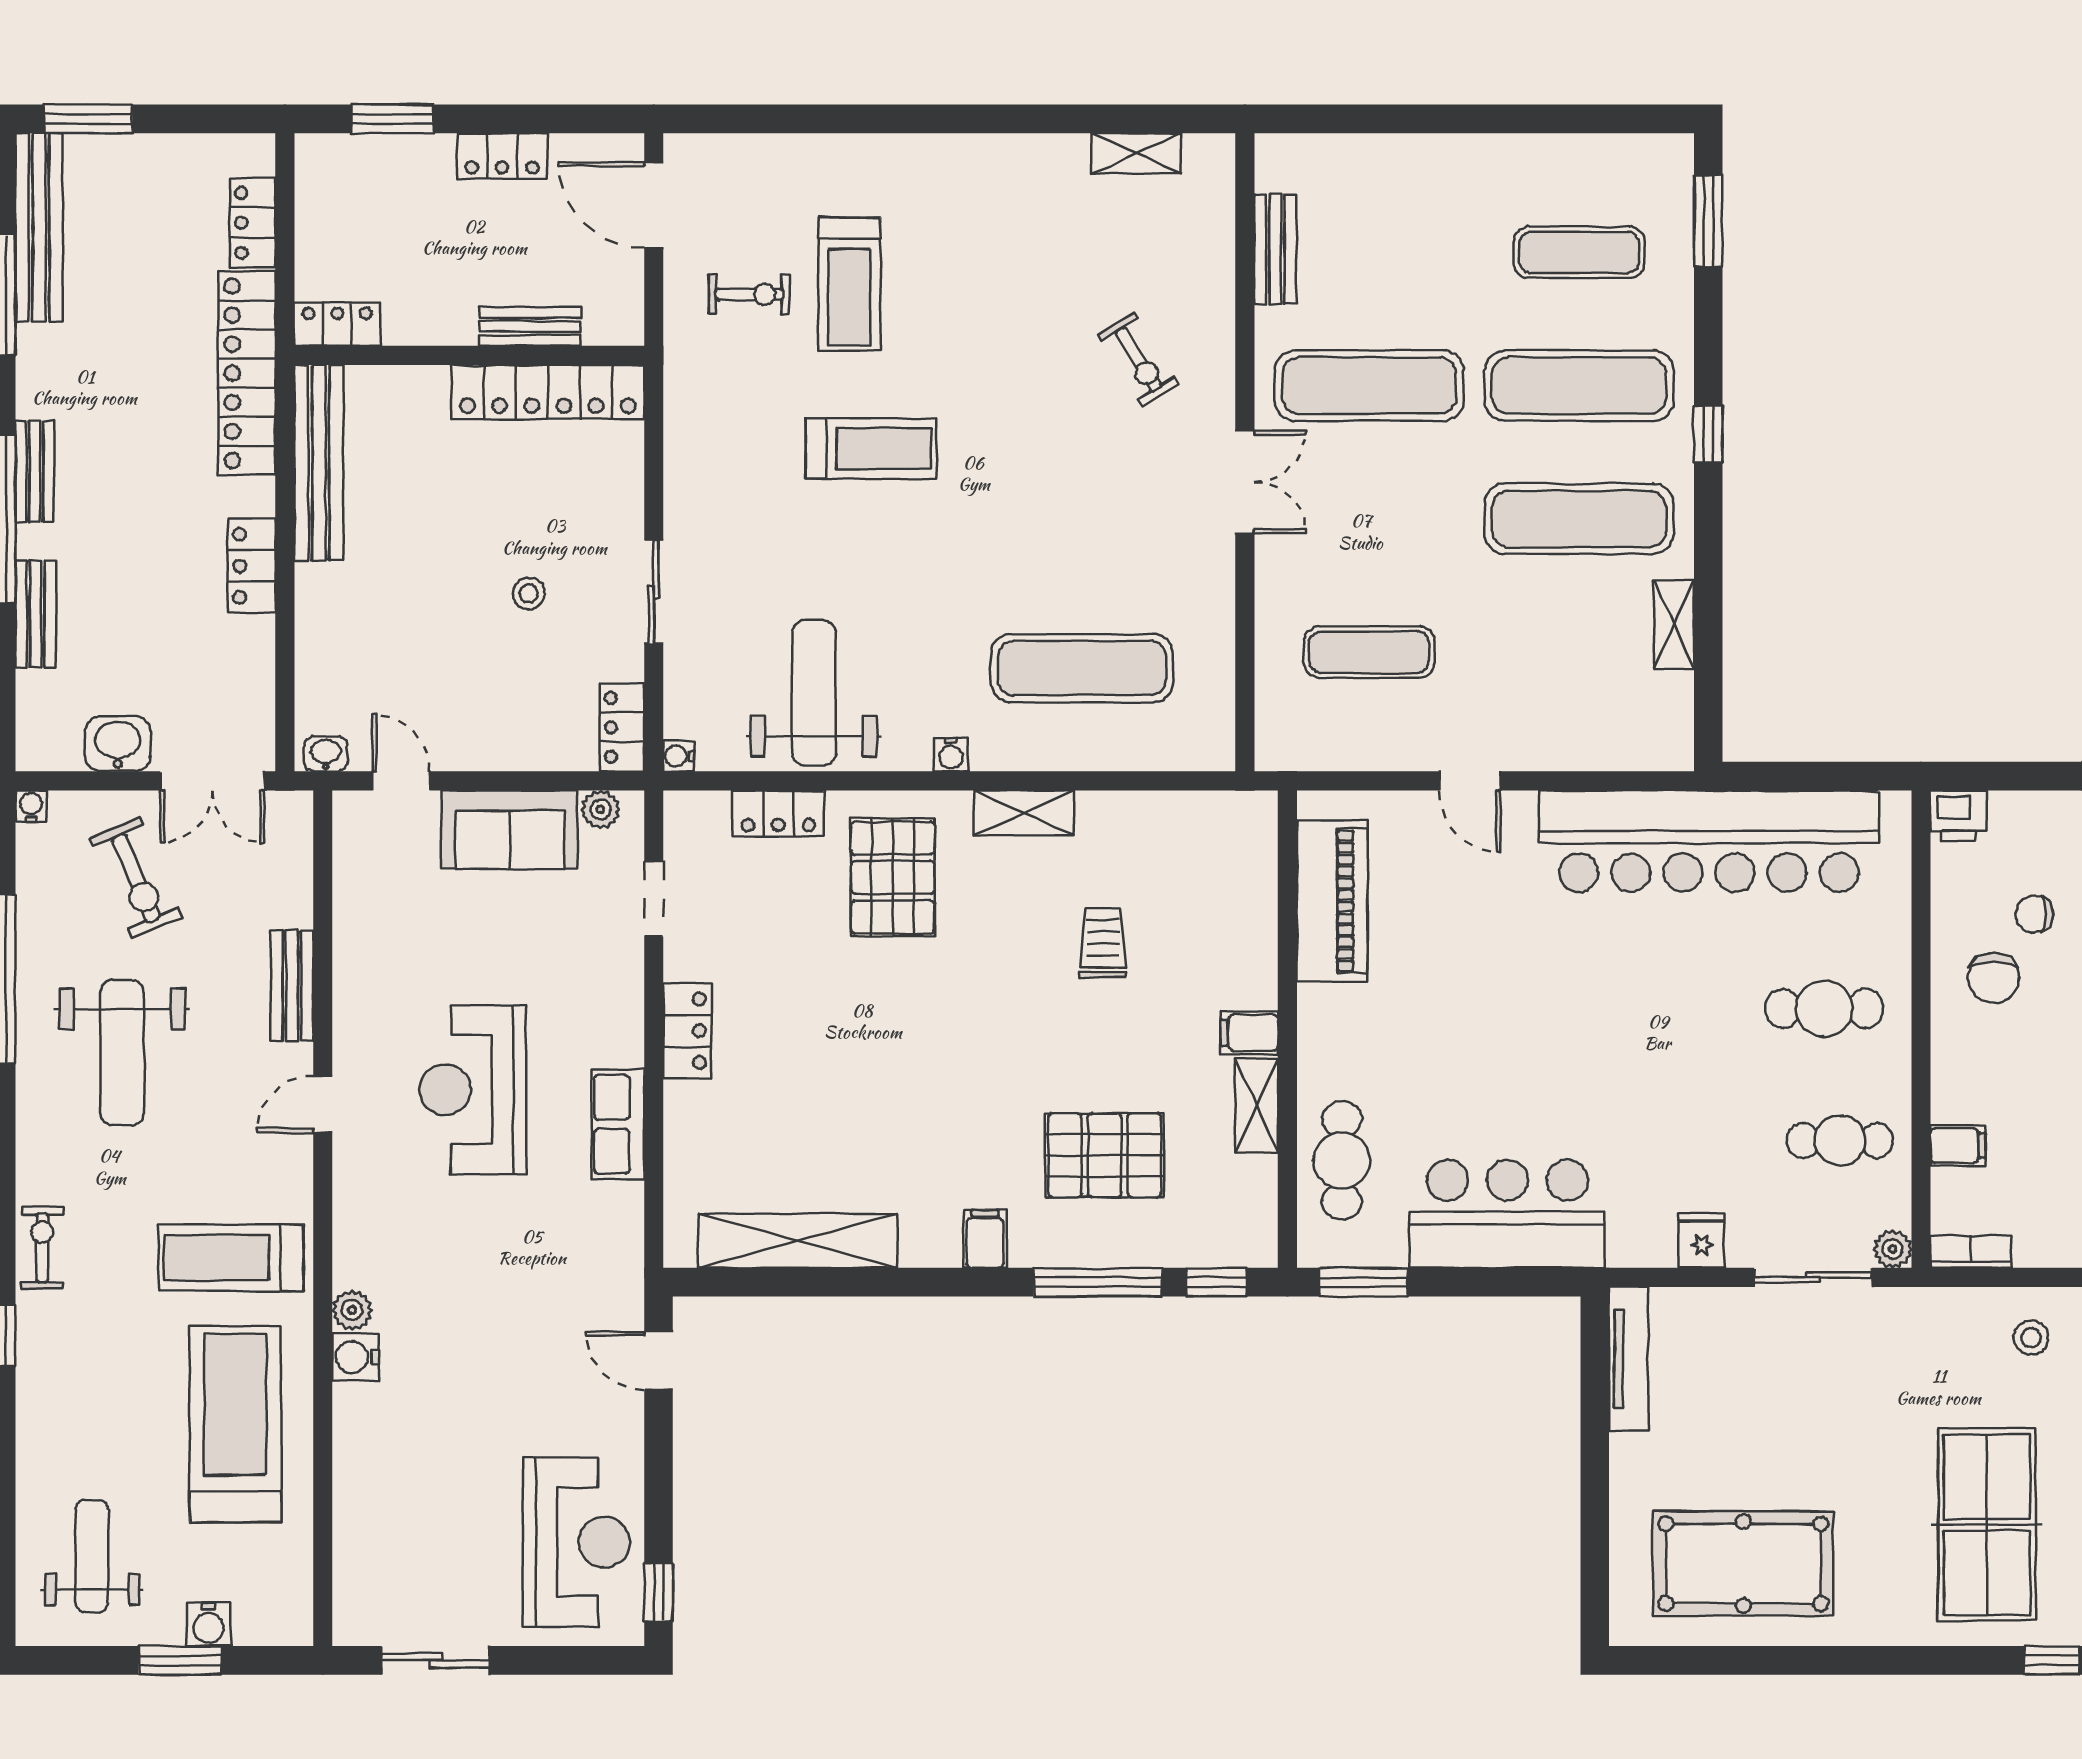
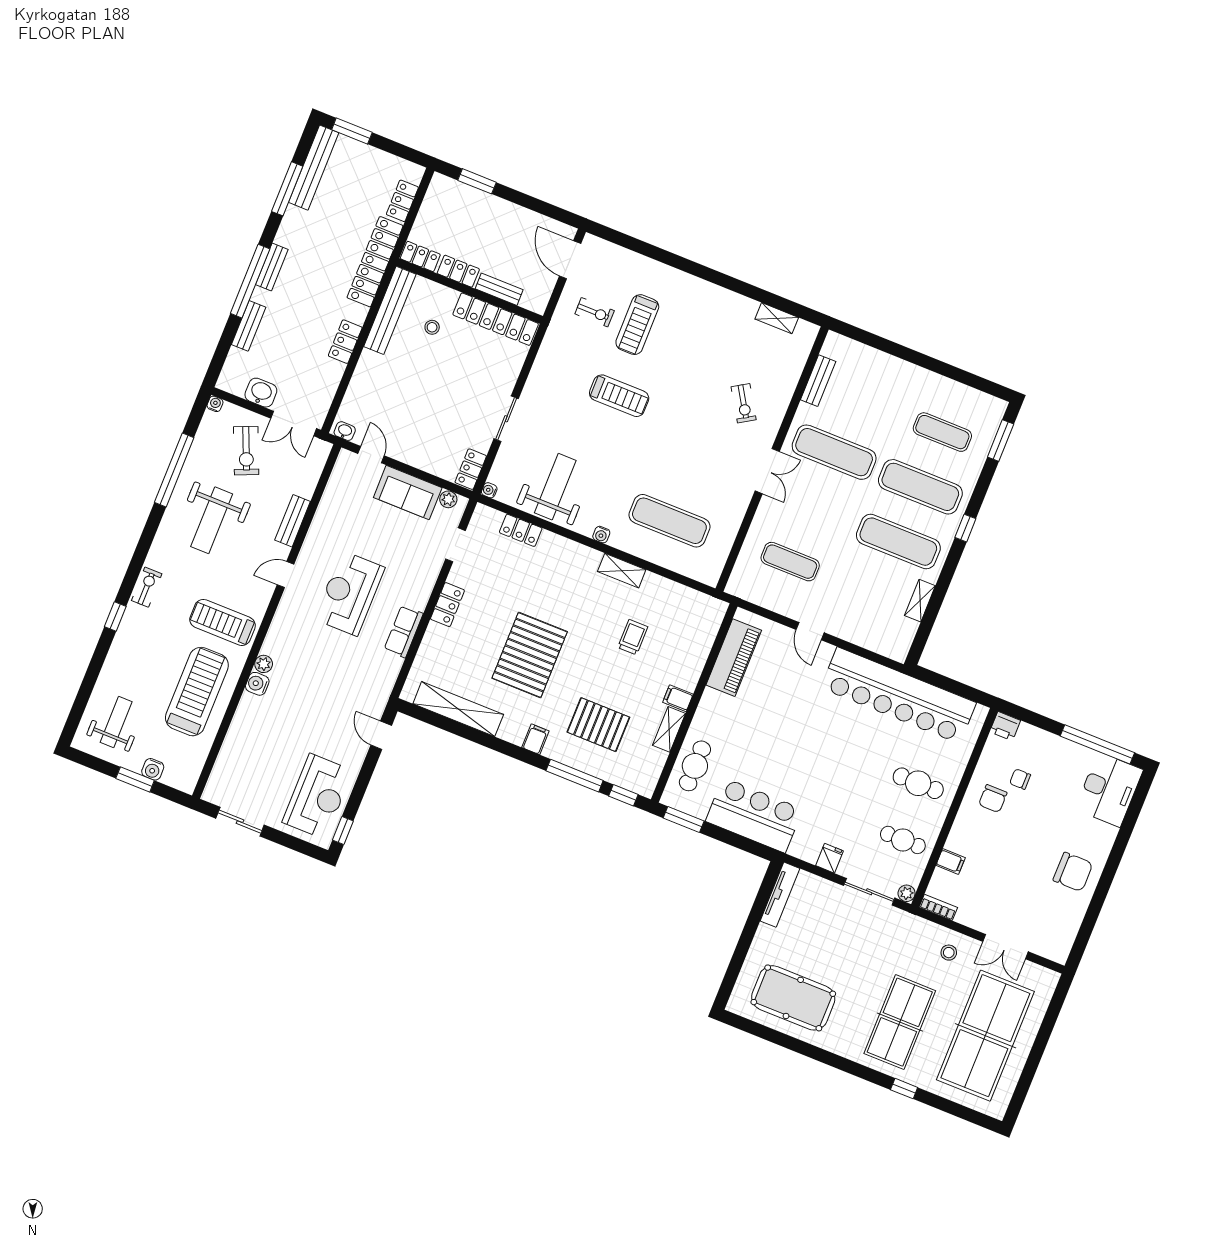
locker: (502, 156) -> (458, 271), moved, turned 180
stool: (529, 593) -> (432, 327), moved
pallet: (893, 877) -> (530, 655), moved, width x1.37, depth x1.41

